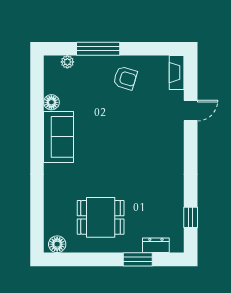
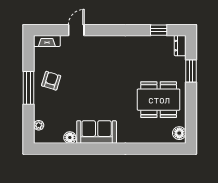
window: (98, 49) -> (29, 88), moved
door: (191, 111) -> (76, 30), hinge flipped
dining table: (101, 217) -> (159, 100), width x1.37
dresser: (156, 245) -> (180, 46), moved

